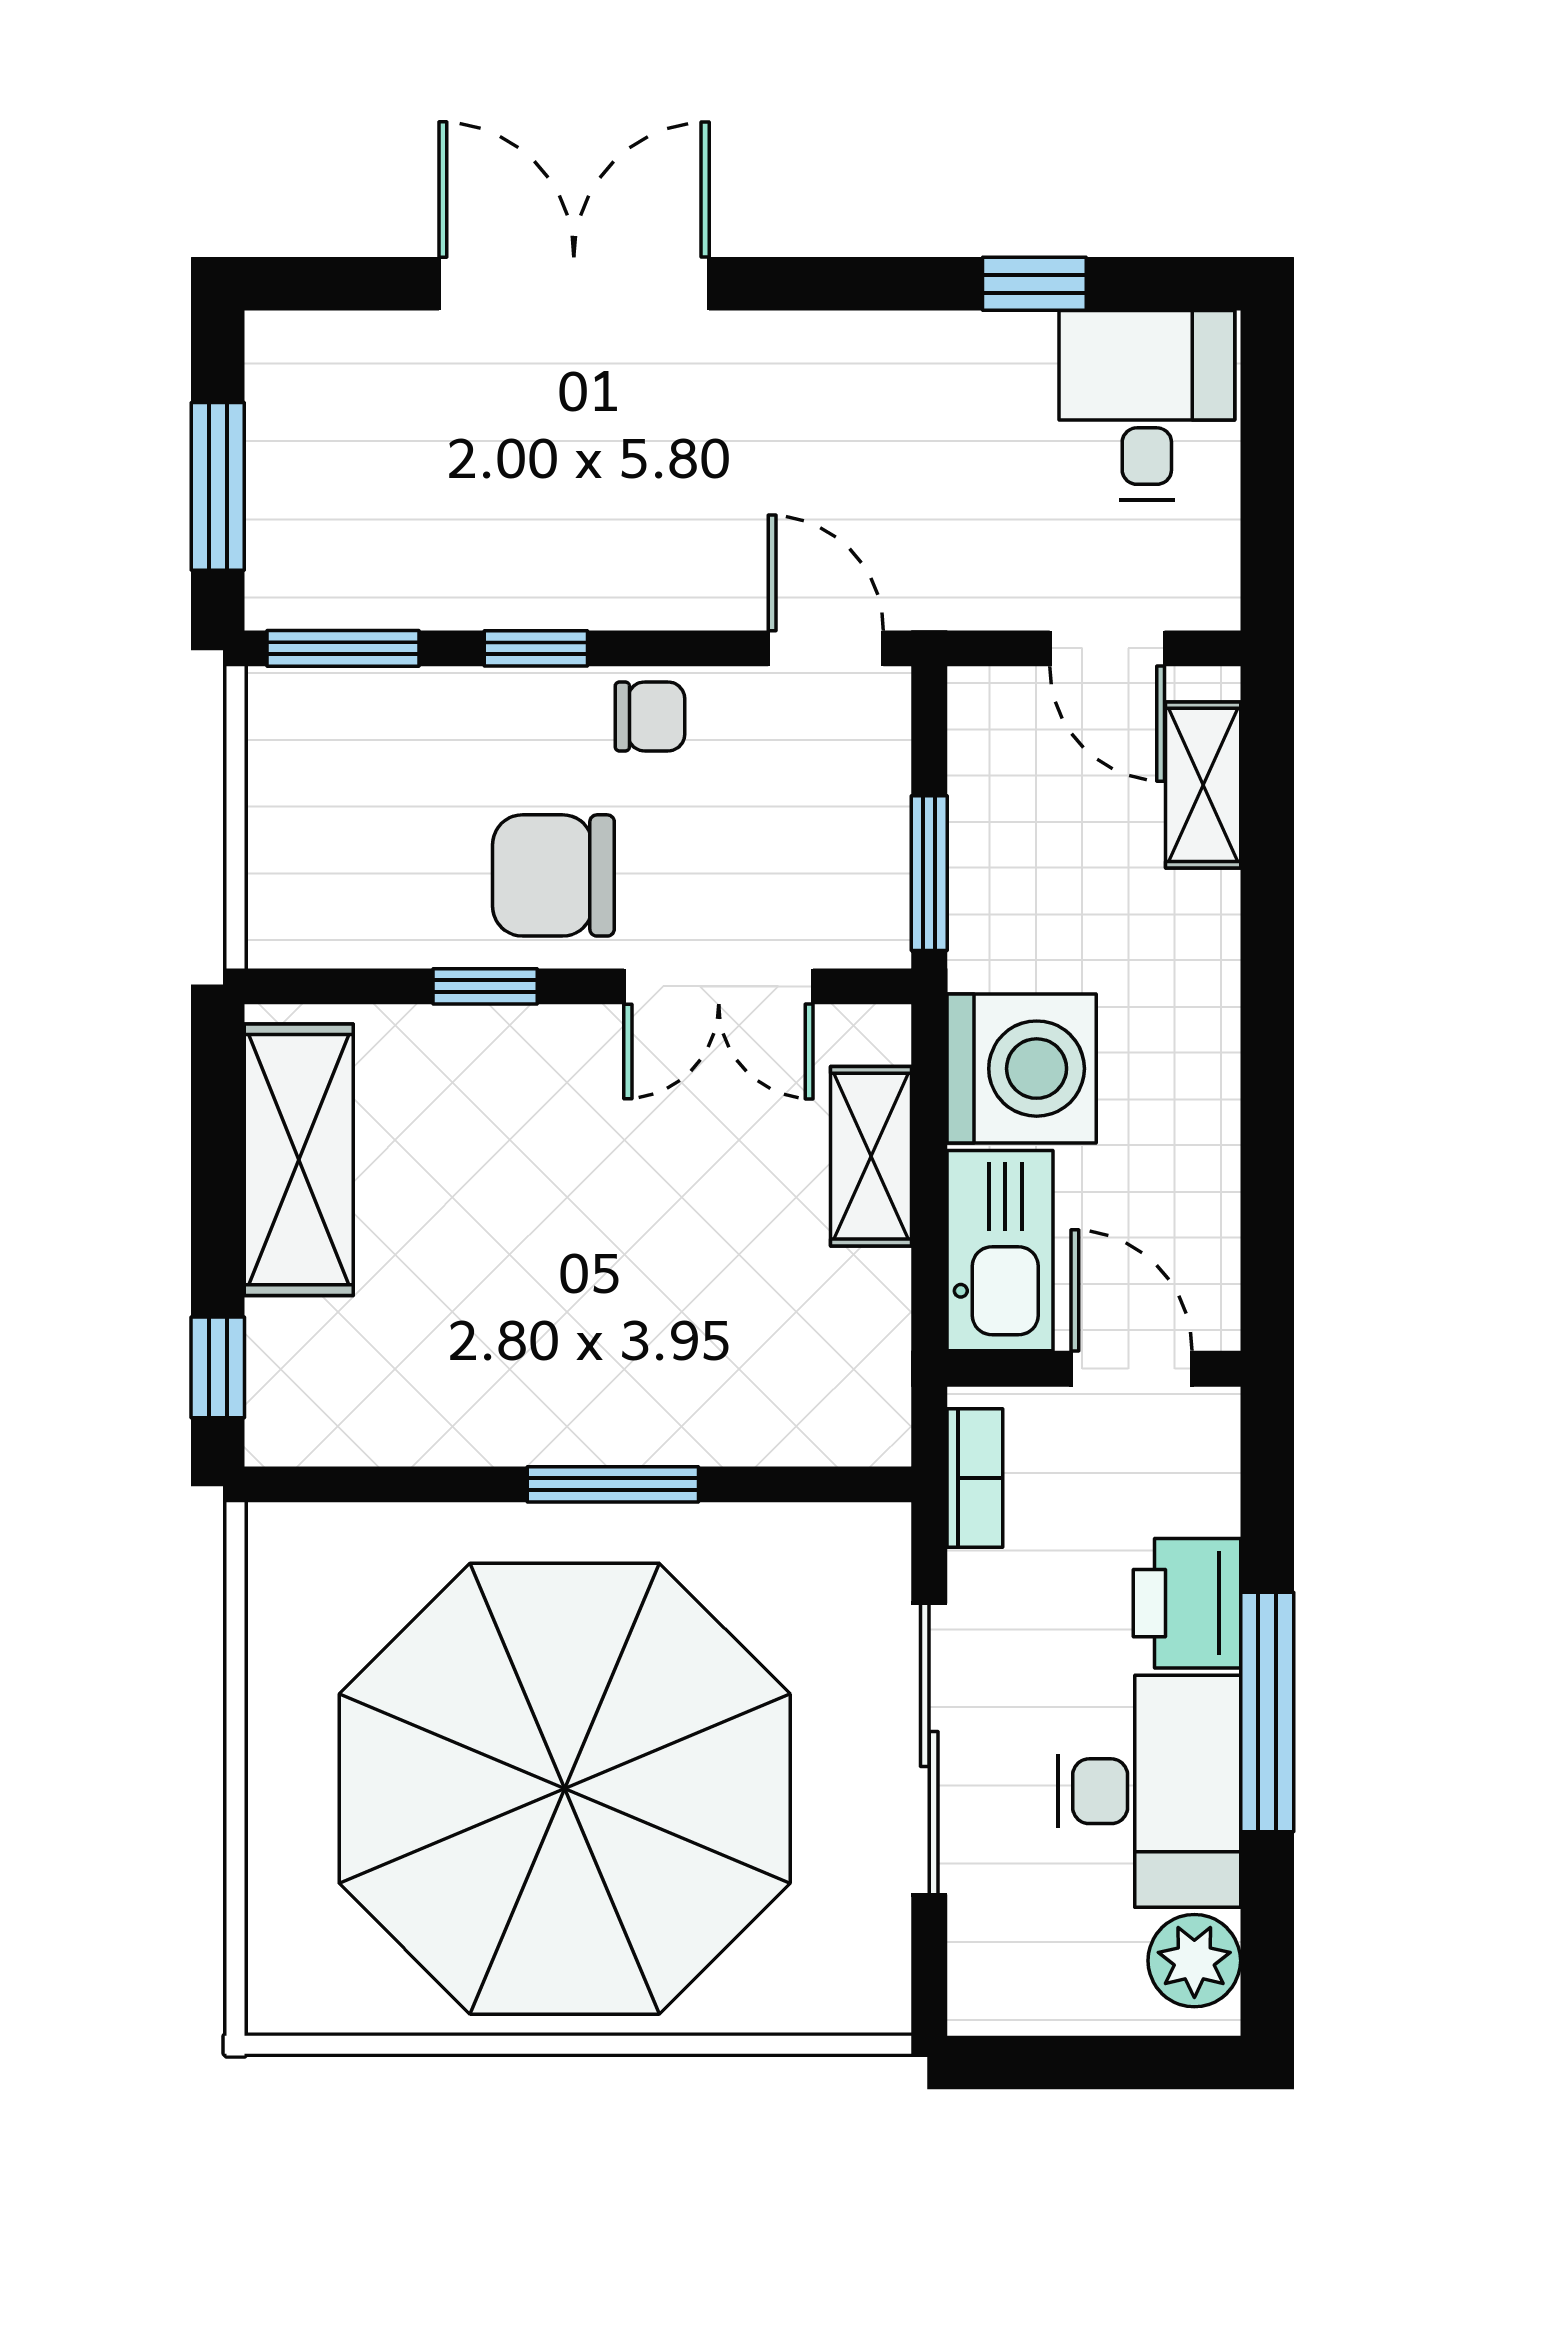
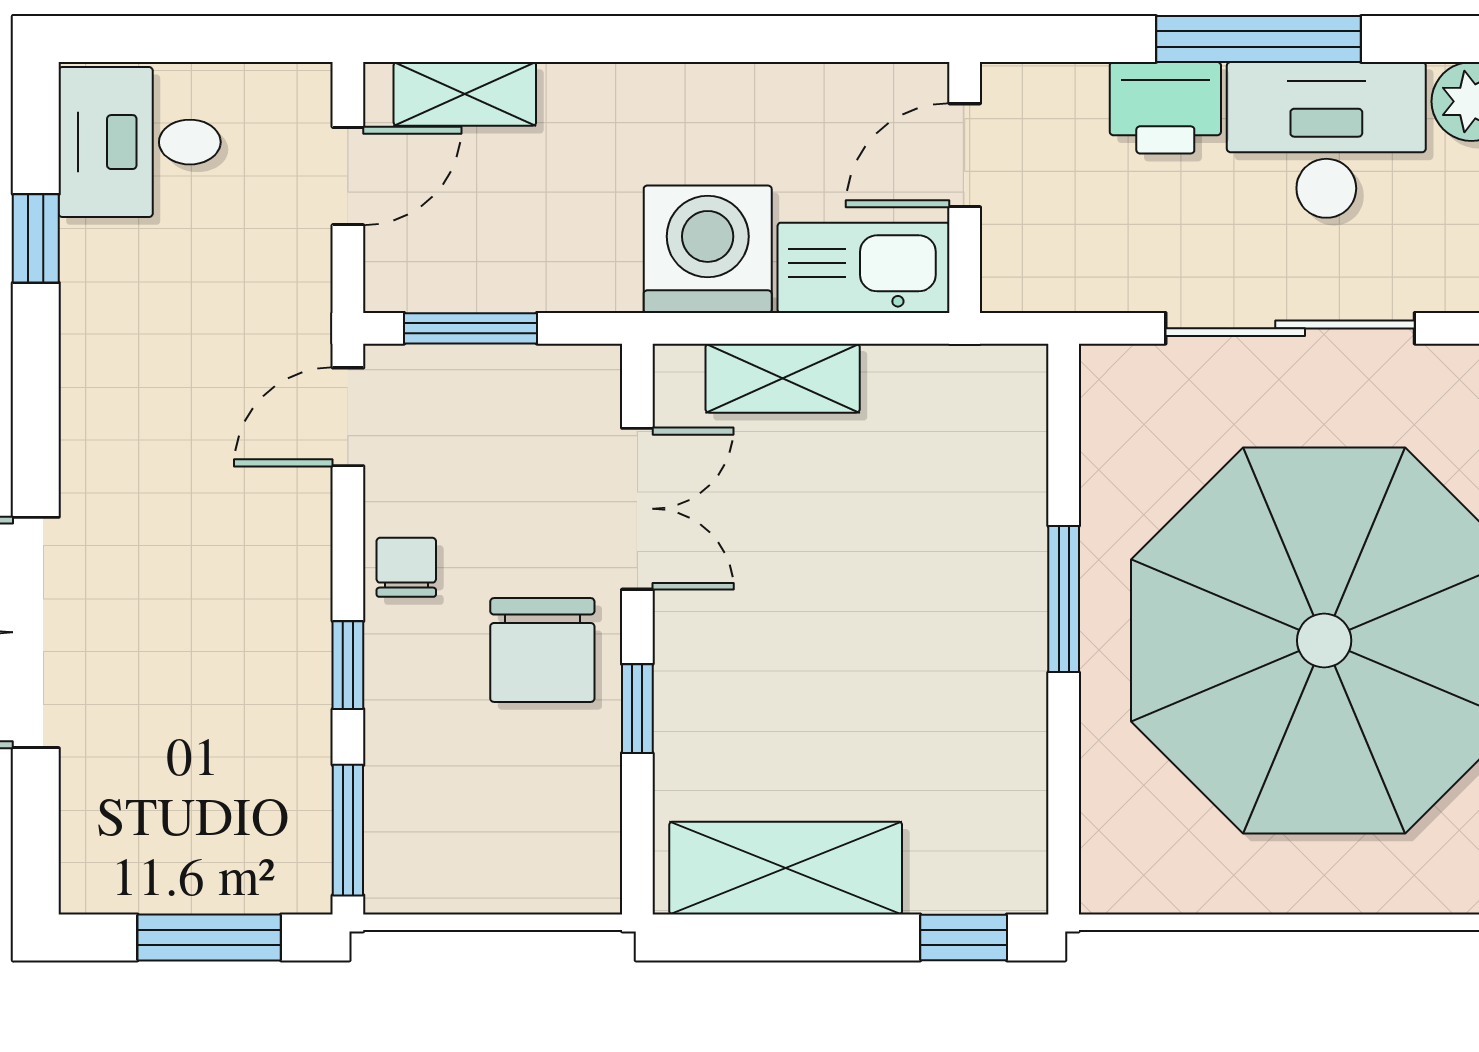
window: (929, 873) -> (470, 328), moved
bookcase: (975, 1478) -> (1058, 289), removed

